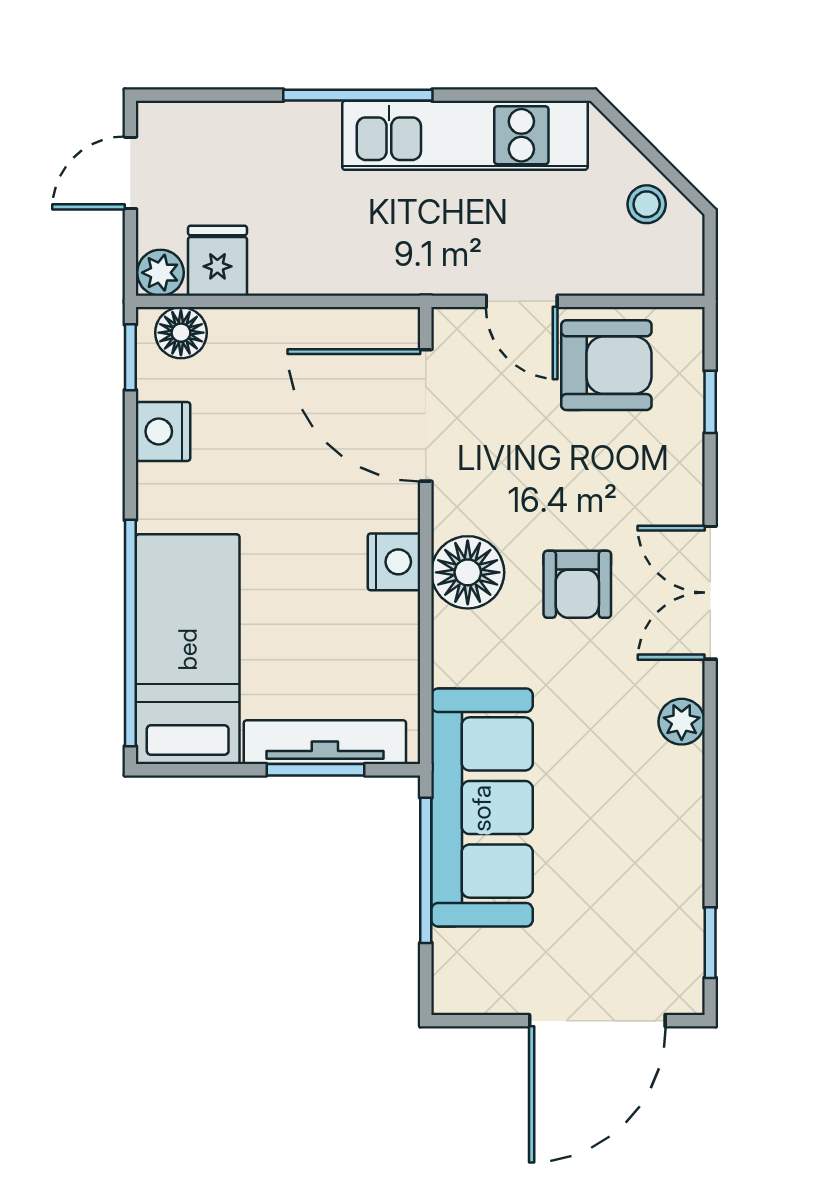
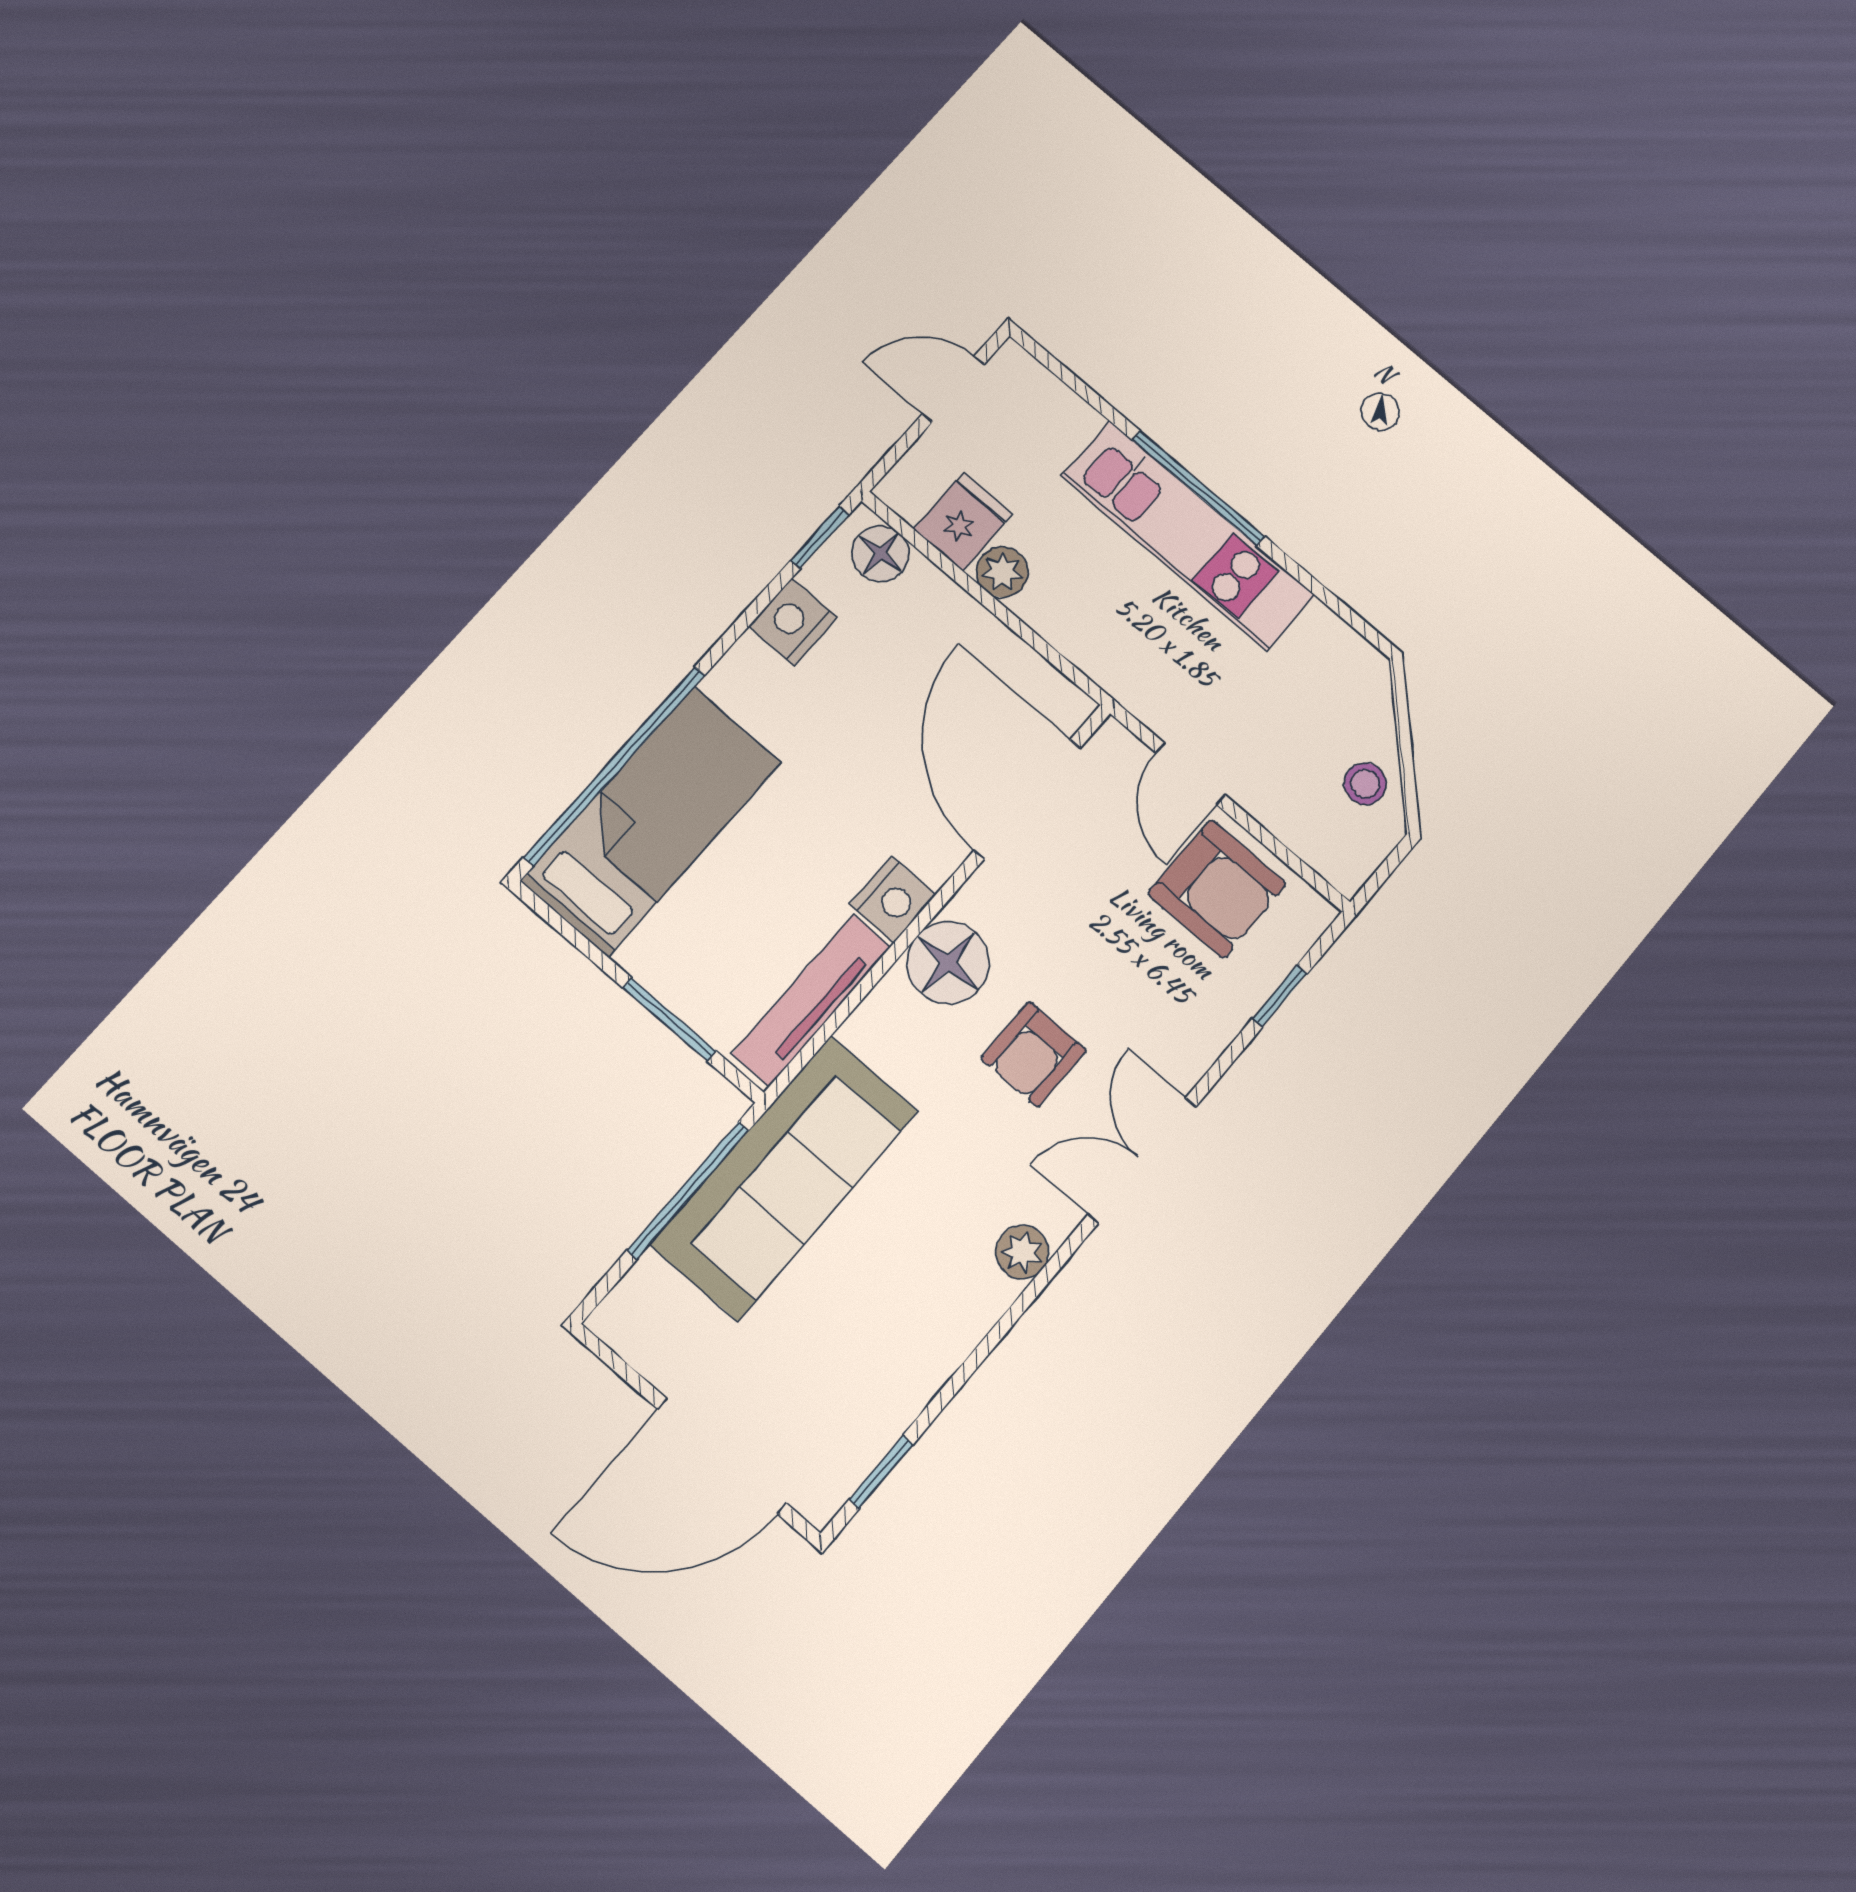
kitchen unit: (465, 135) -> (1188, 536), moved
plant: (160, 273) -> (1002, 572), moved
tv unit: (325, 742) -> (812, 1000), moved, turned -90

